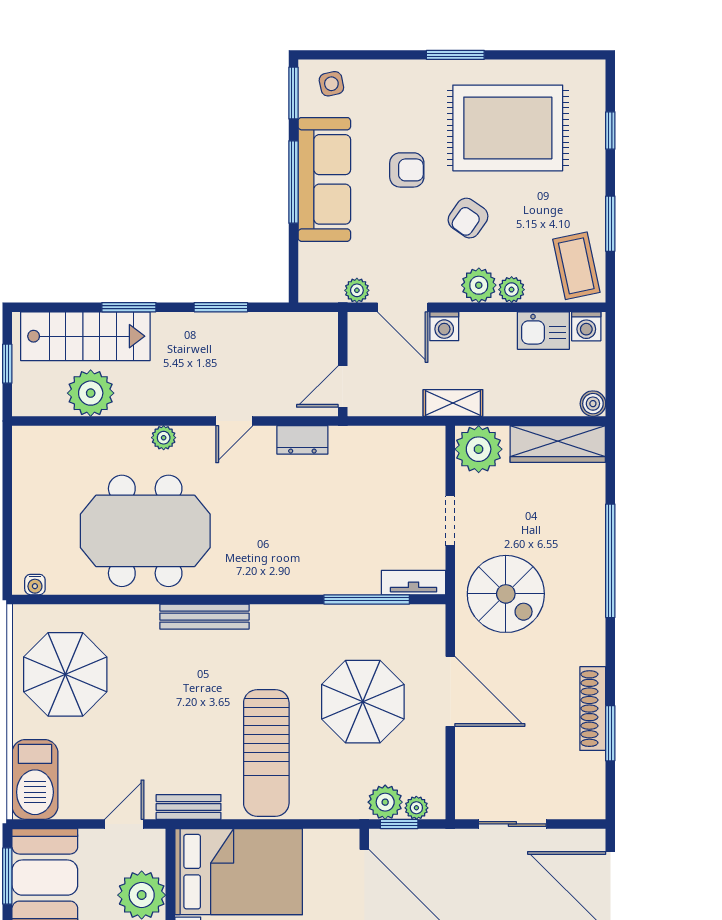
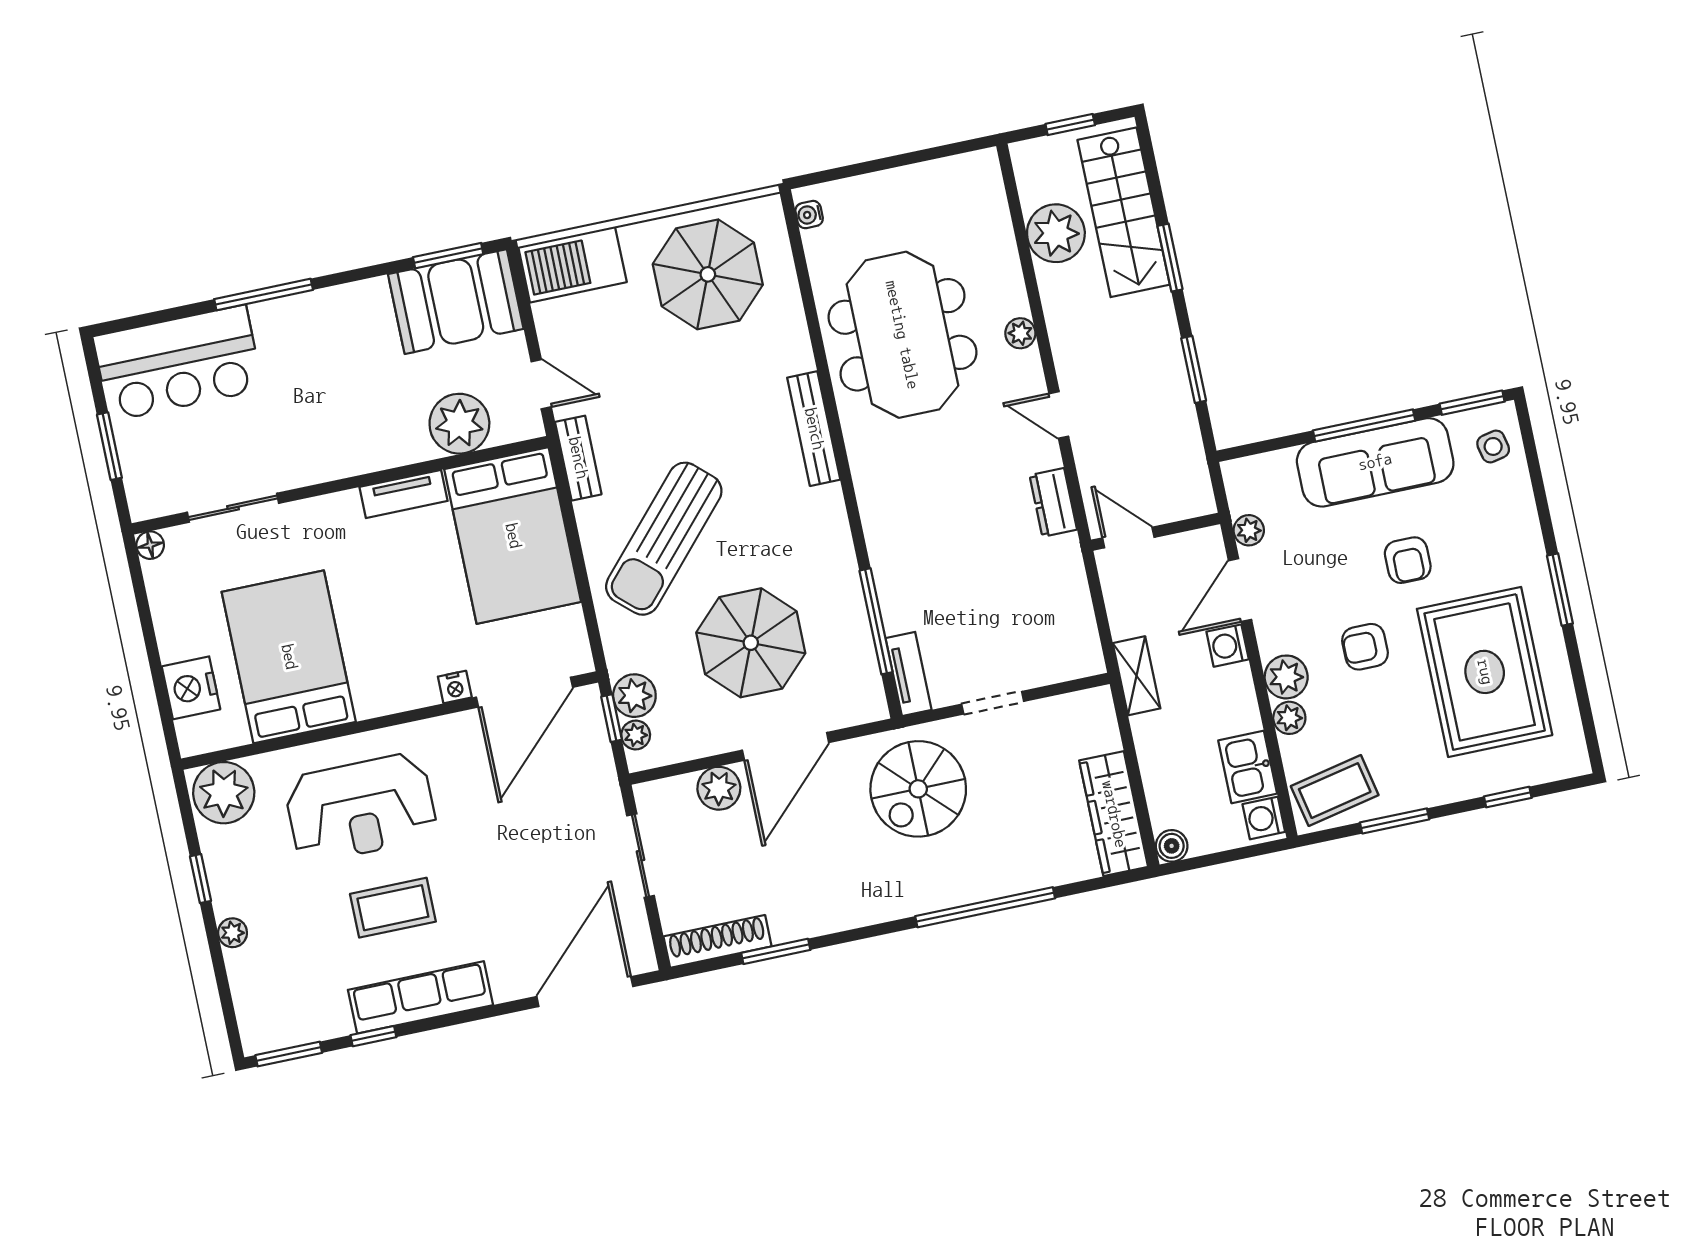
armchair: (468, 218) -> (1365, 647), turned -35
plant: (479, 449) -> (719, 788), moved, width x0.73, depth x0.73
shoe rack: (593, 709) -> (718, 941), moved
sun lounger: (266, 753) -> (664, 539), turned -48

